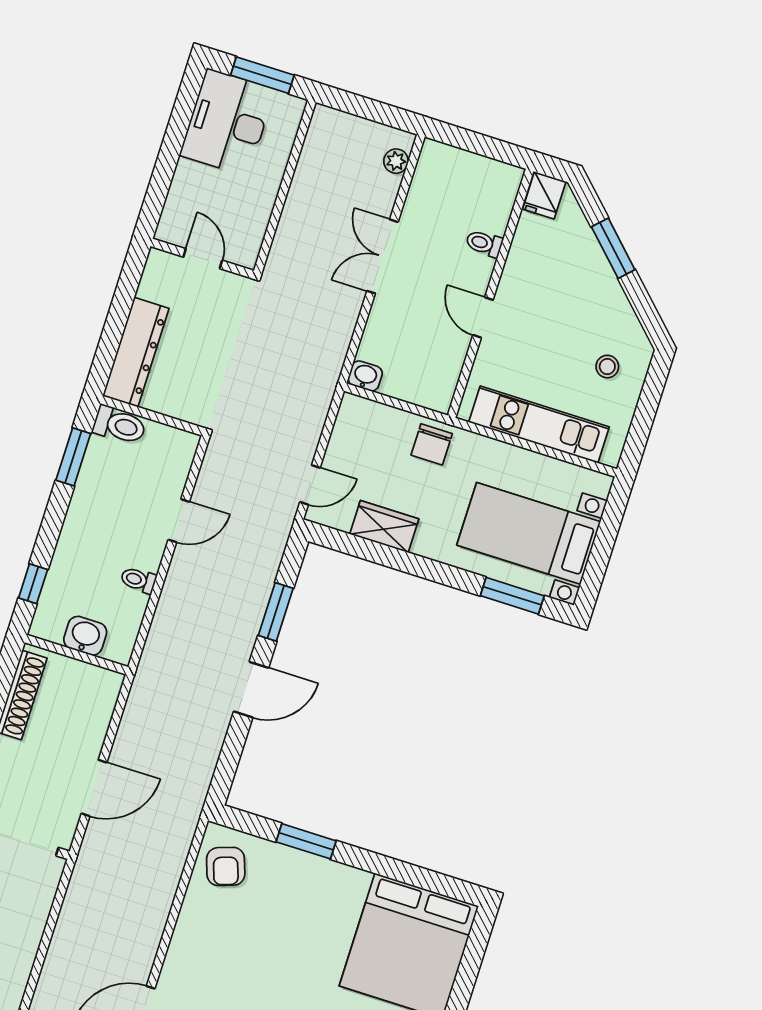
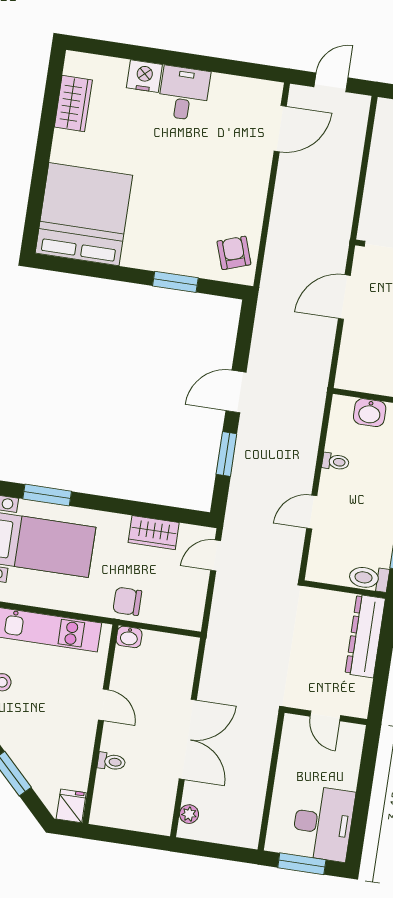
double door: (383, 256) -> (188, 739), width x1.37
washbasin: (365, 376) -> (129, 637), moved
chair: (432, 444) -> (127, 601), turned -90

